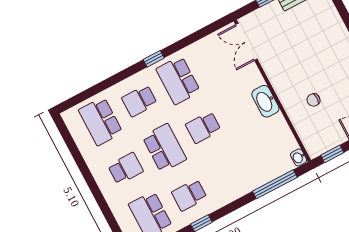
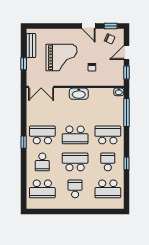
grand piano: (304, 49) -> (62, 58), added
school desk: (178, 80) -> (42, 135), turned 180
school desk: (203, 127) -> (75, 135), width x1.85
school desk: (228, 175) -> (108, 135), added
school desk: (189, 195) -> (108, 162), turned 180

